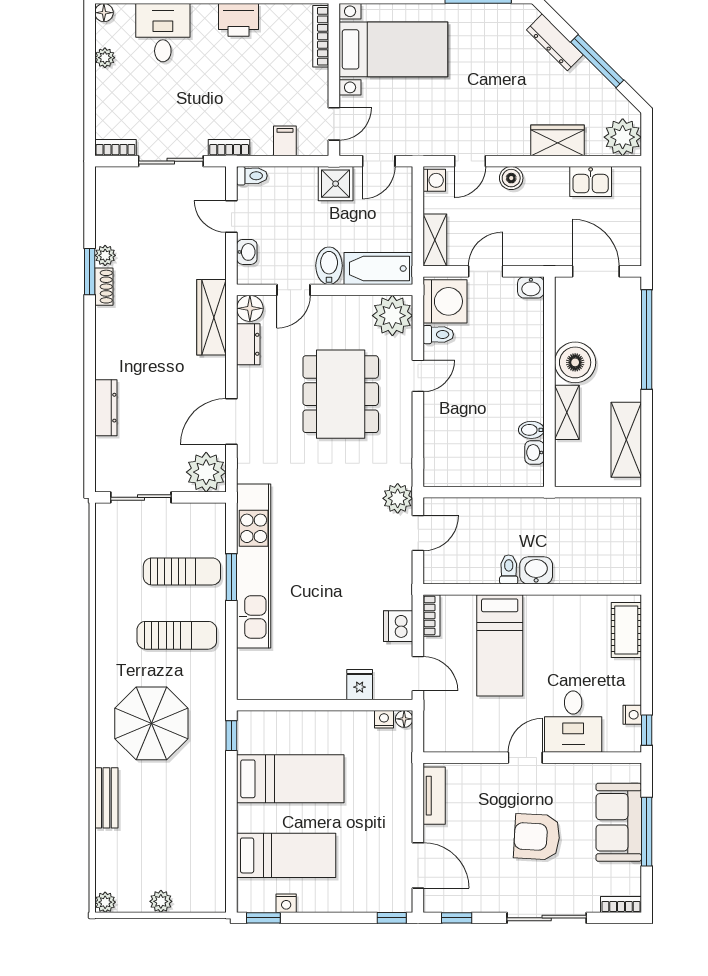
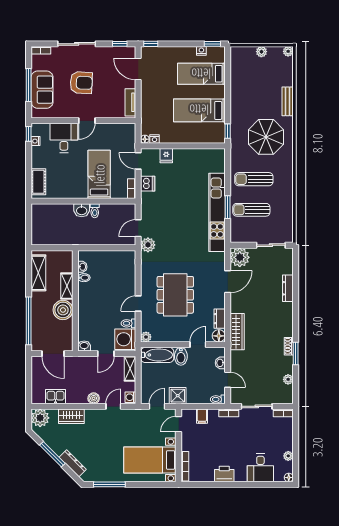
plant: (105, 255) -> (288, 379), moved
plant: (392, 316) -> (146, 337), width x0.53, depth x0.53

